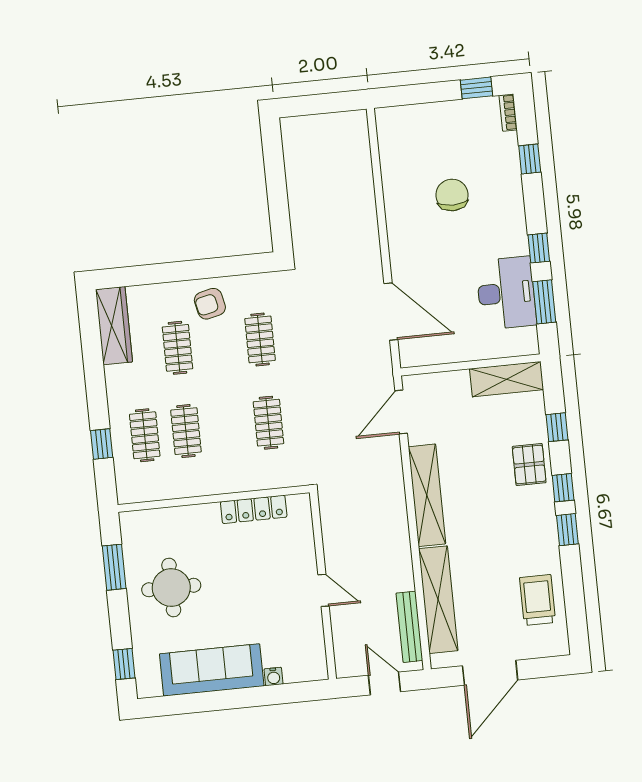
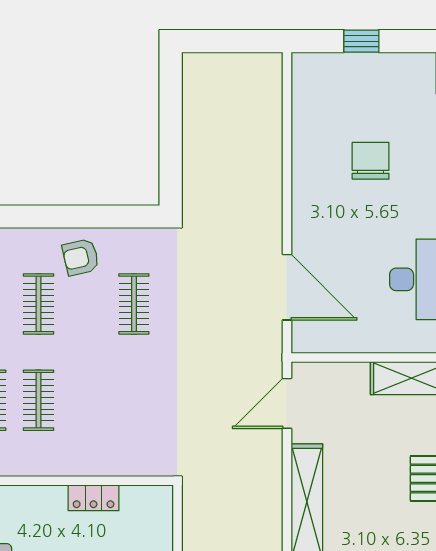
window: (476, 88) -> (361, 41), moved
clothes rail: (268, 423) -> (134, 400), removed
locker: (254, 509) -> (94, 498), width x0.66

